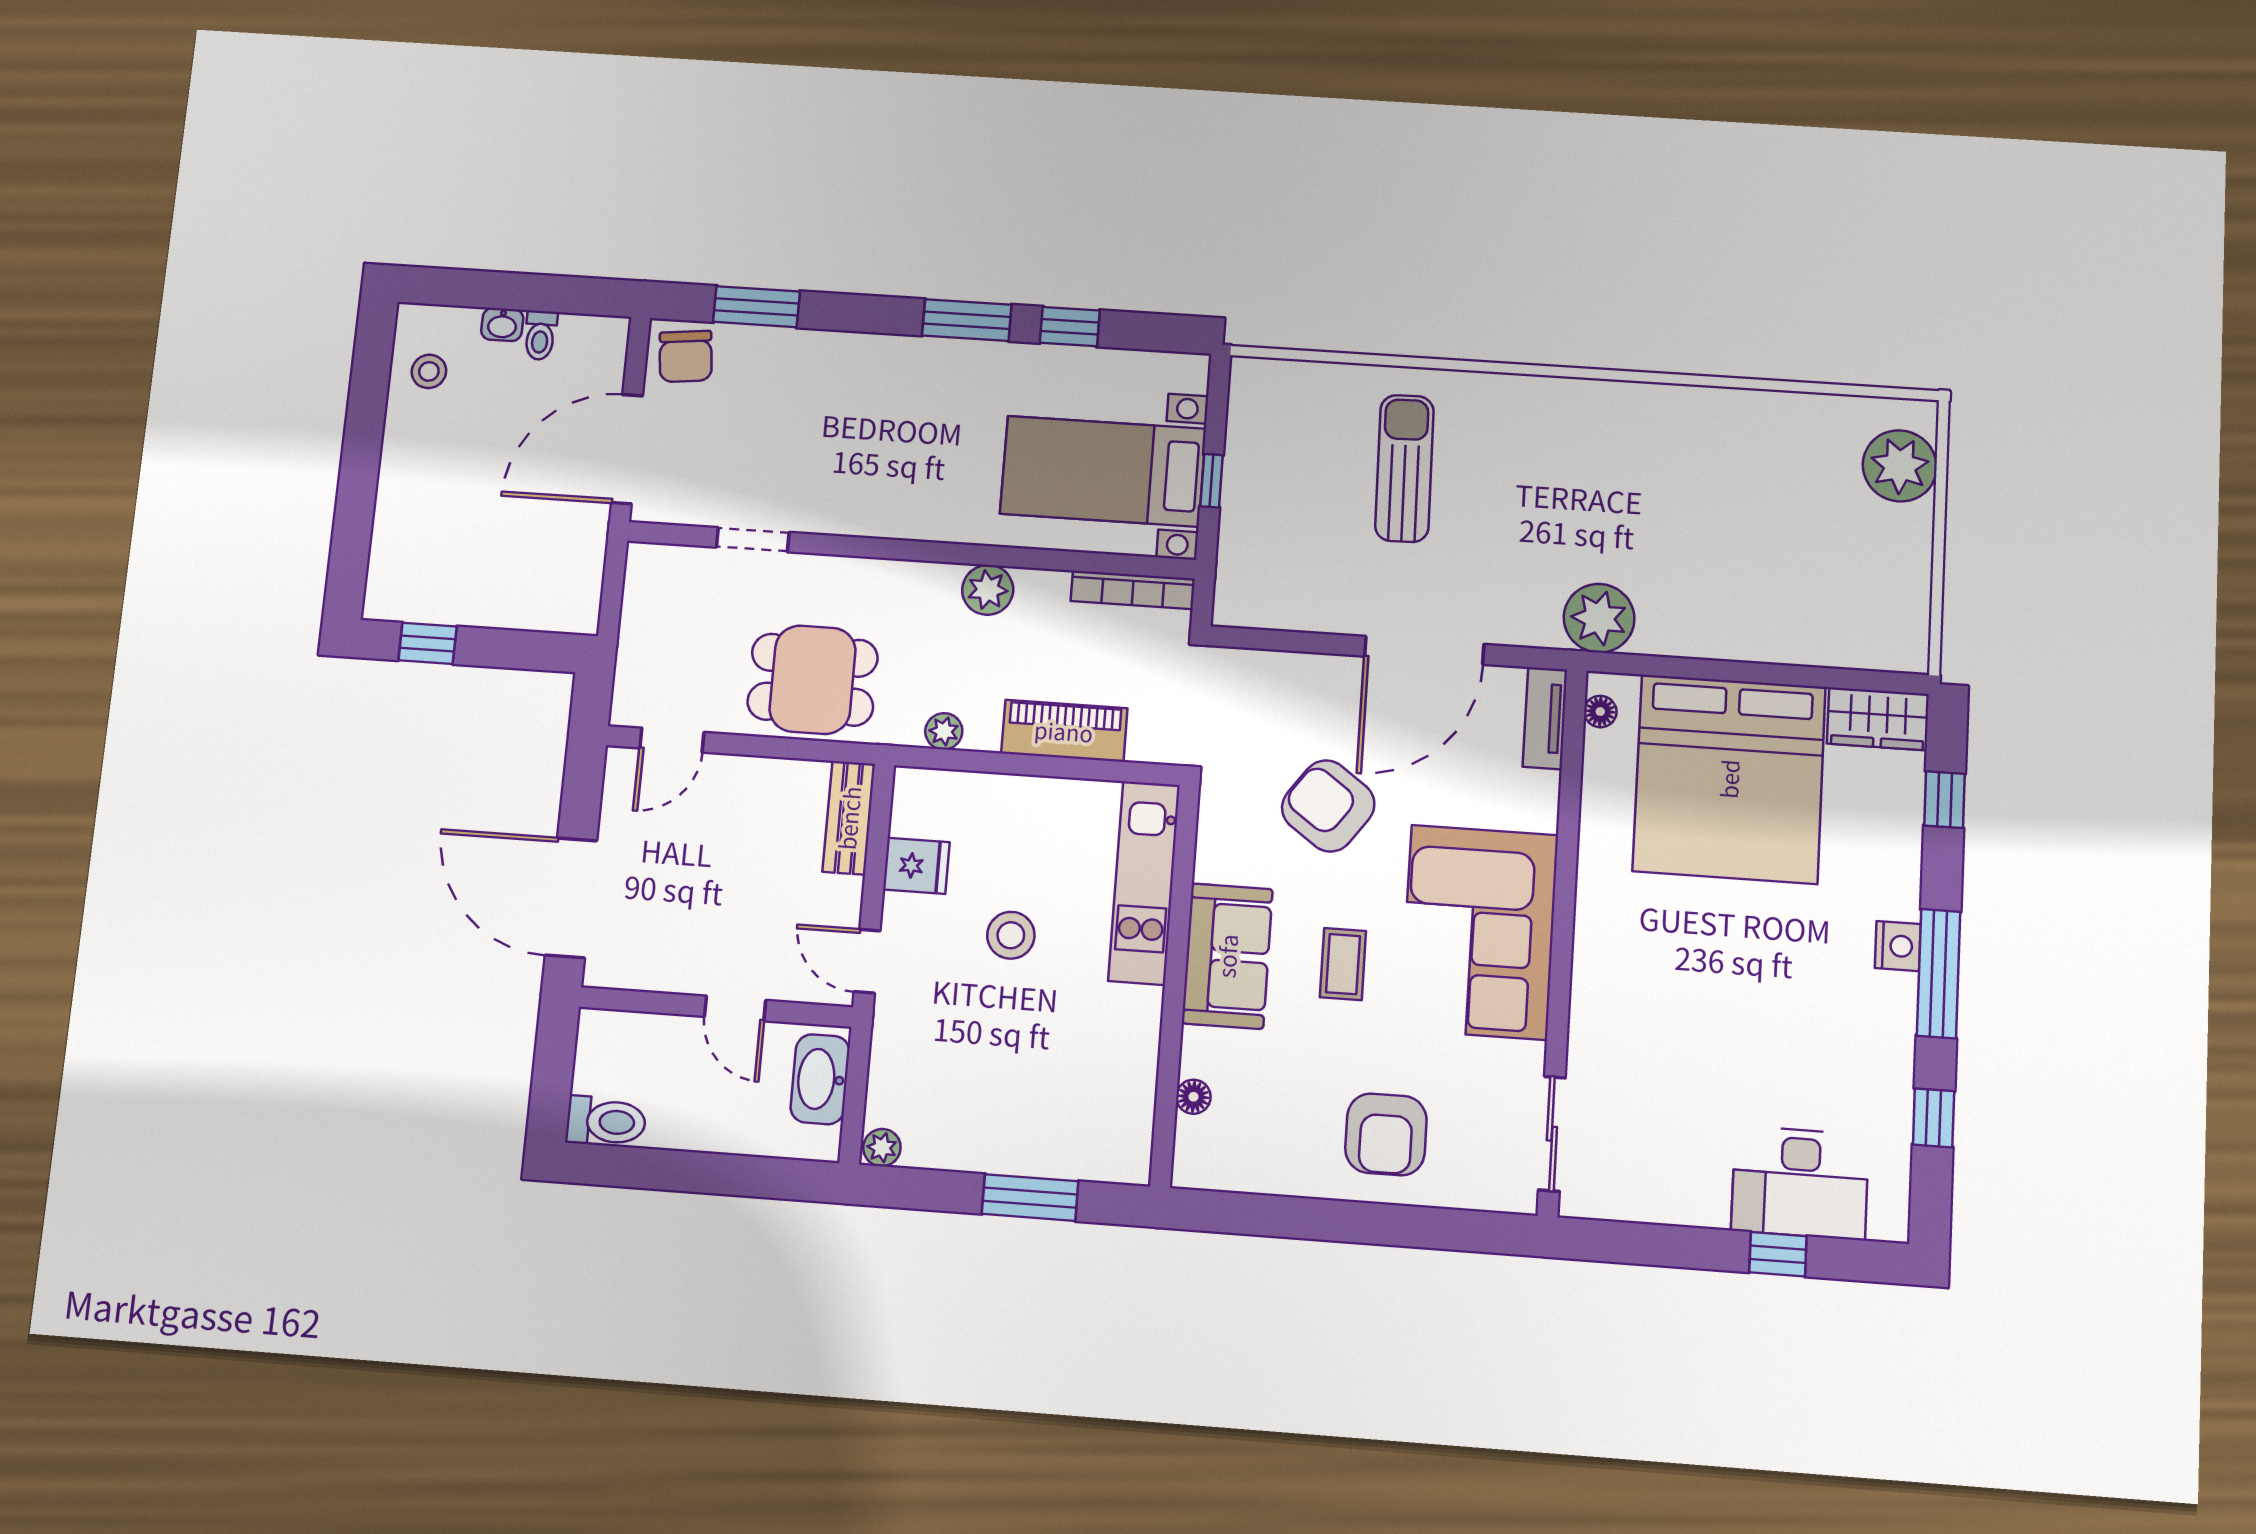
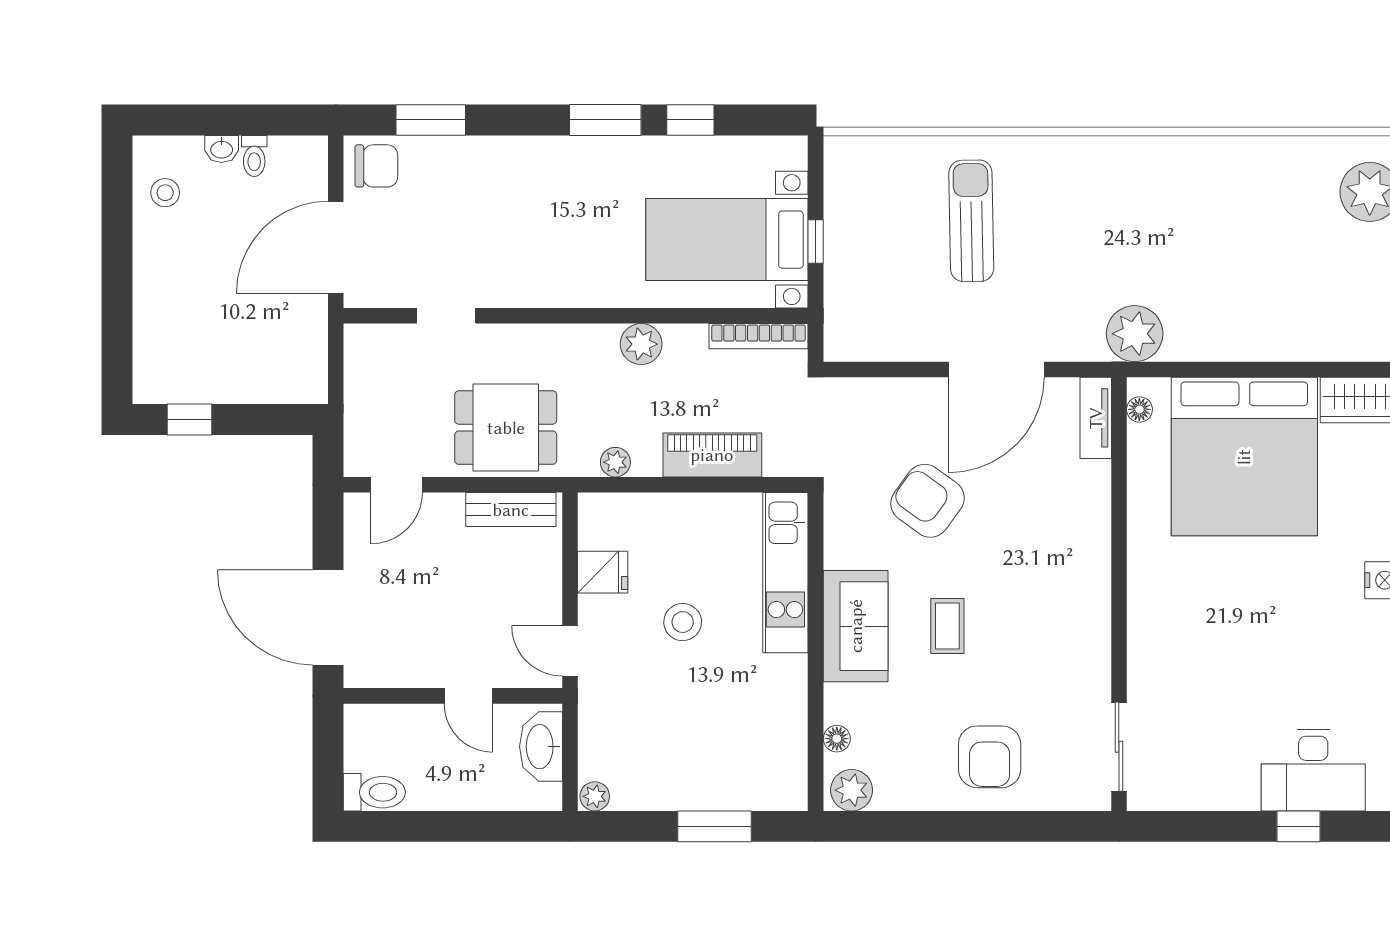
chair: (686, 356) -> (376, 166), turned -84
bench: (849, 818) -> (511, 510), moved, turned 90
corner sofa: (1479, 932) -> (1053, 593), removed
plant: (1208, 1164) -> (852, 790), added

